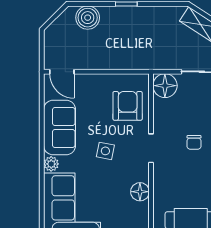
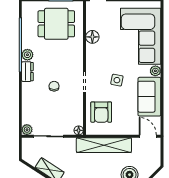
shelving: (124, 59) -> (104, 145), added
floor lamp: (165, 86) -> (79, 130), width x0.53, depth x0.53
floor lamp: (140, 192) -> (92, 37), moved

